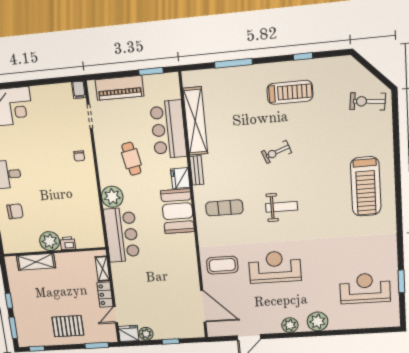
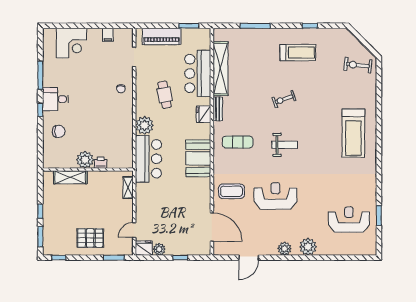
filing cabinet: (79, 90) -> (108, 35), moved
booth: (178, 211) -> (198, 158), moved
locker: (105, 295) -> (127, 211), removed

